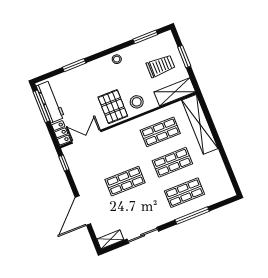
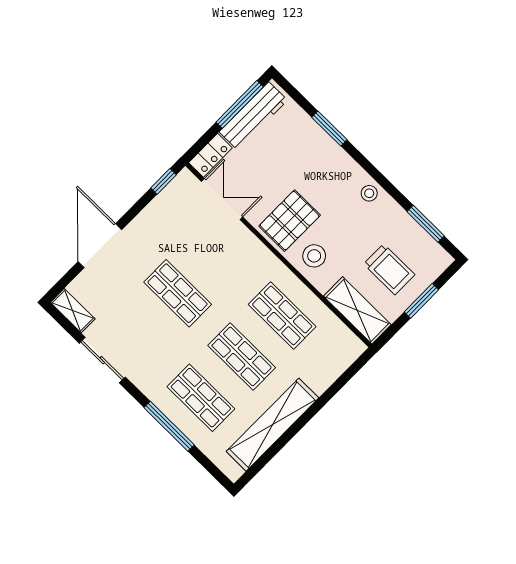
shelving: (200, 124) -> (273, 425), moved
door: (83, 211) -> (100, 246), hinge flipped

